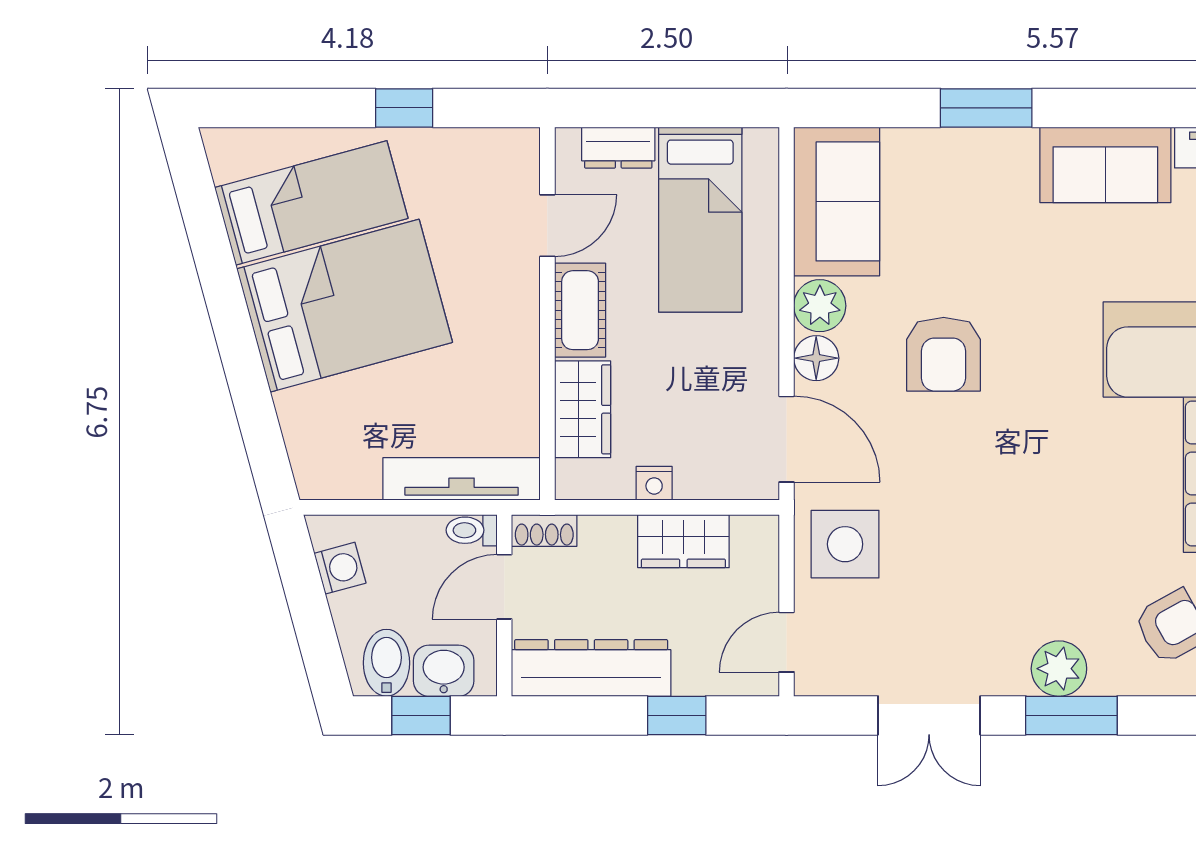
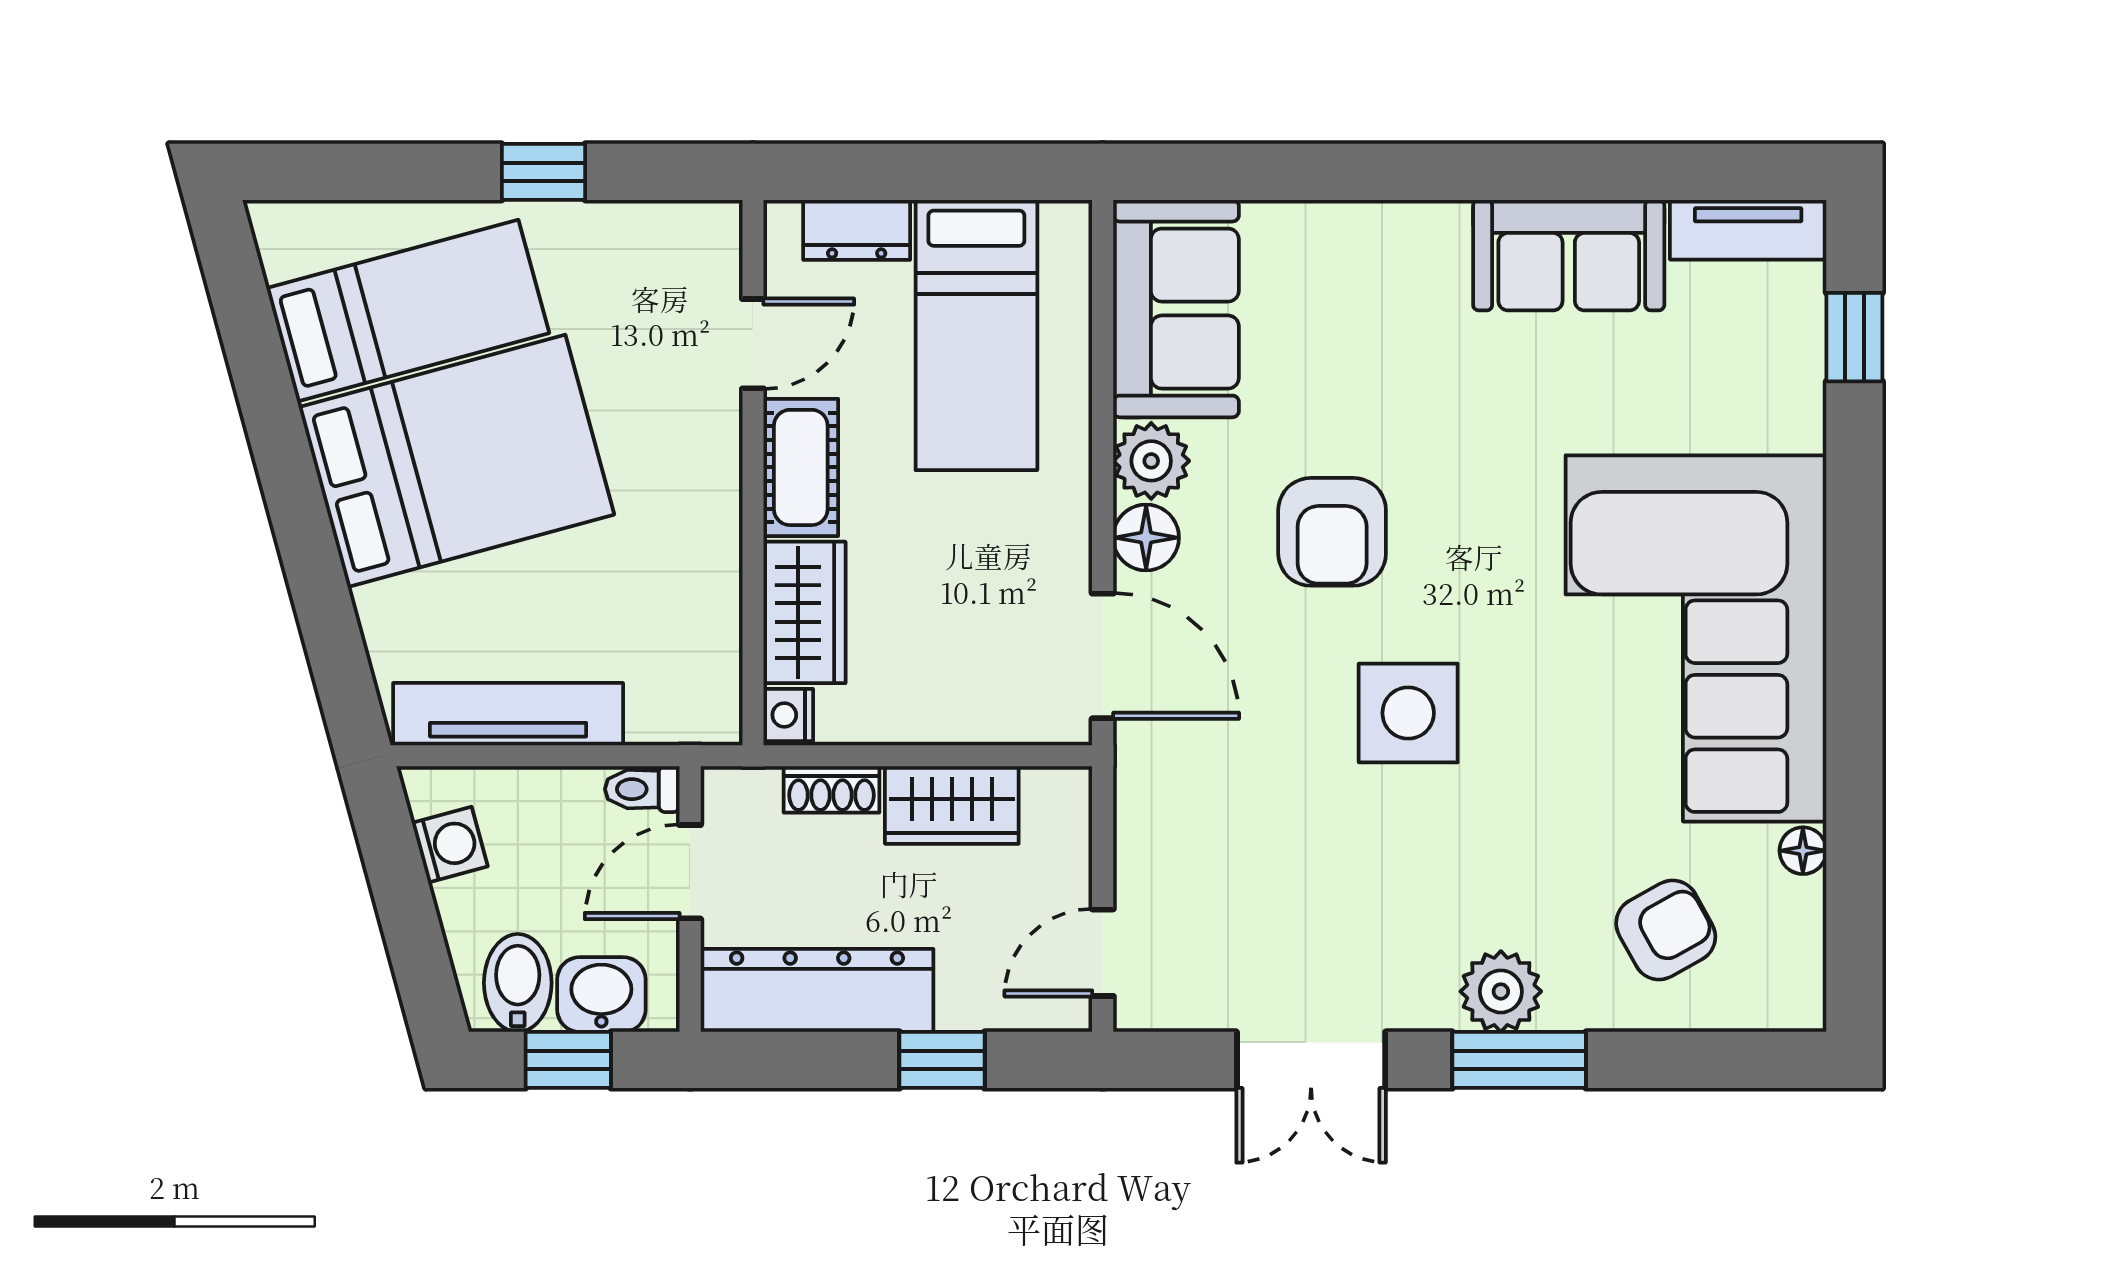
window: (986, 108) -> (1395, 172), removed
tv unit: (462, 479) -> (508, 714), moved
nightstand: (654, 483) -> (788, 715), moved, turned 90
shoe rack: (544, 530) -> (832, 789), moved
side table: (845, 544) -> (1408, 713), moved

